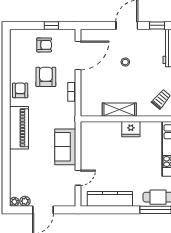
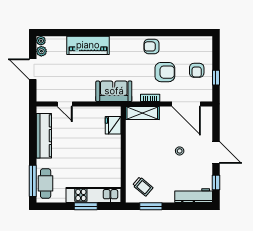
armchair: (20, 90) -> (152, 46), turned 180
shelving: (119, 110) -> (142, 113), moved, turned 90
piano: (19, 128) -> (88, 45), moved
fridge: (131, 129) -> (113, 125), moved
sofa: (65, 147) -> (114, 91), moved

